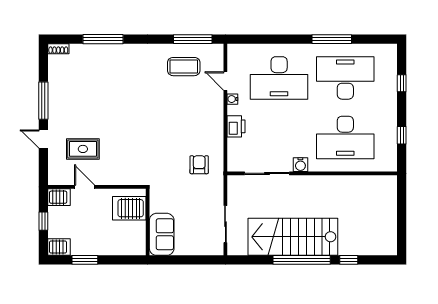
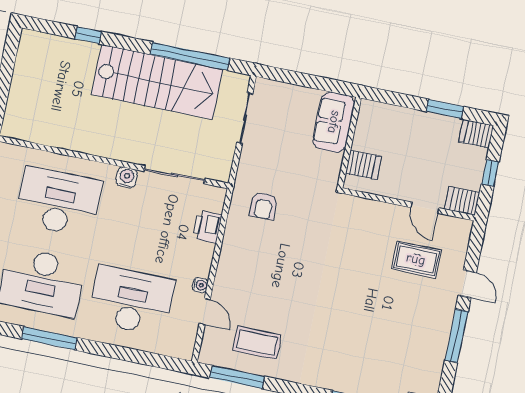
printer: (236, 126) -> (207, 227), moved
server rack: (129, 208) -> (363, 165), width x0.73, depth x0.70
window: (302, 260) -> (190, 56), moved

